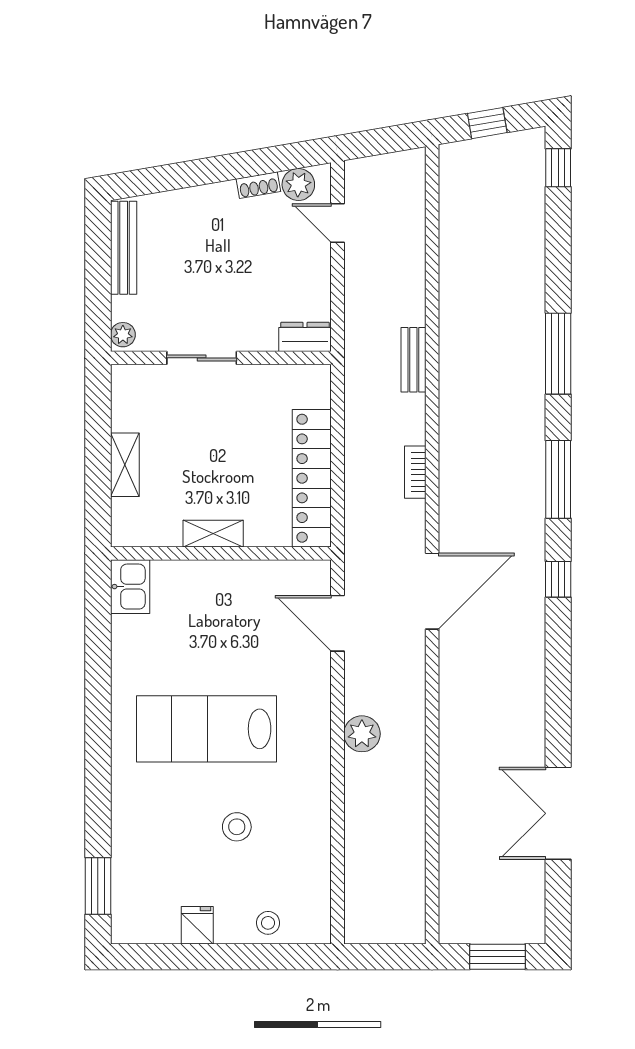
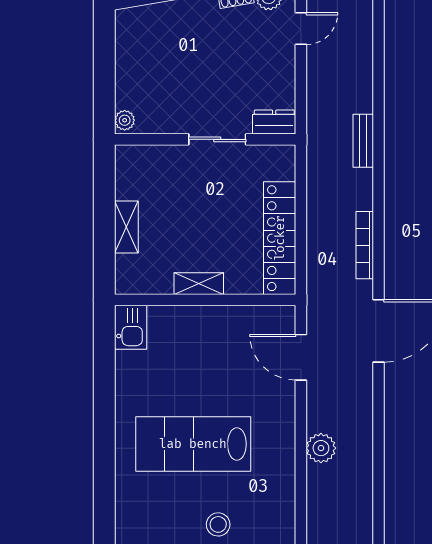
door: (338, 223) -> (301, 29), swing flipped
bench: (124, 248) -> (125, 49), removed
sliding door: (202, 358) -> (217, 139), moved
bookcase: (415, 472) -> (365, 245), width x1.56

